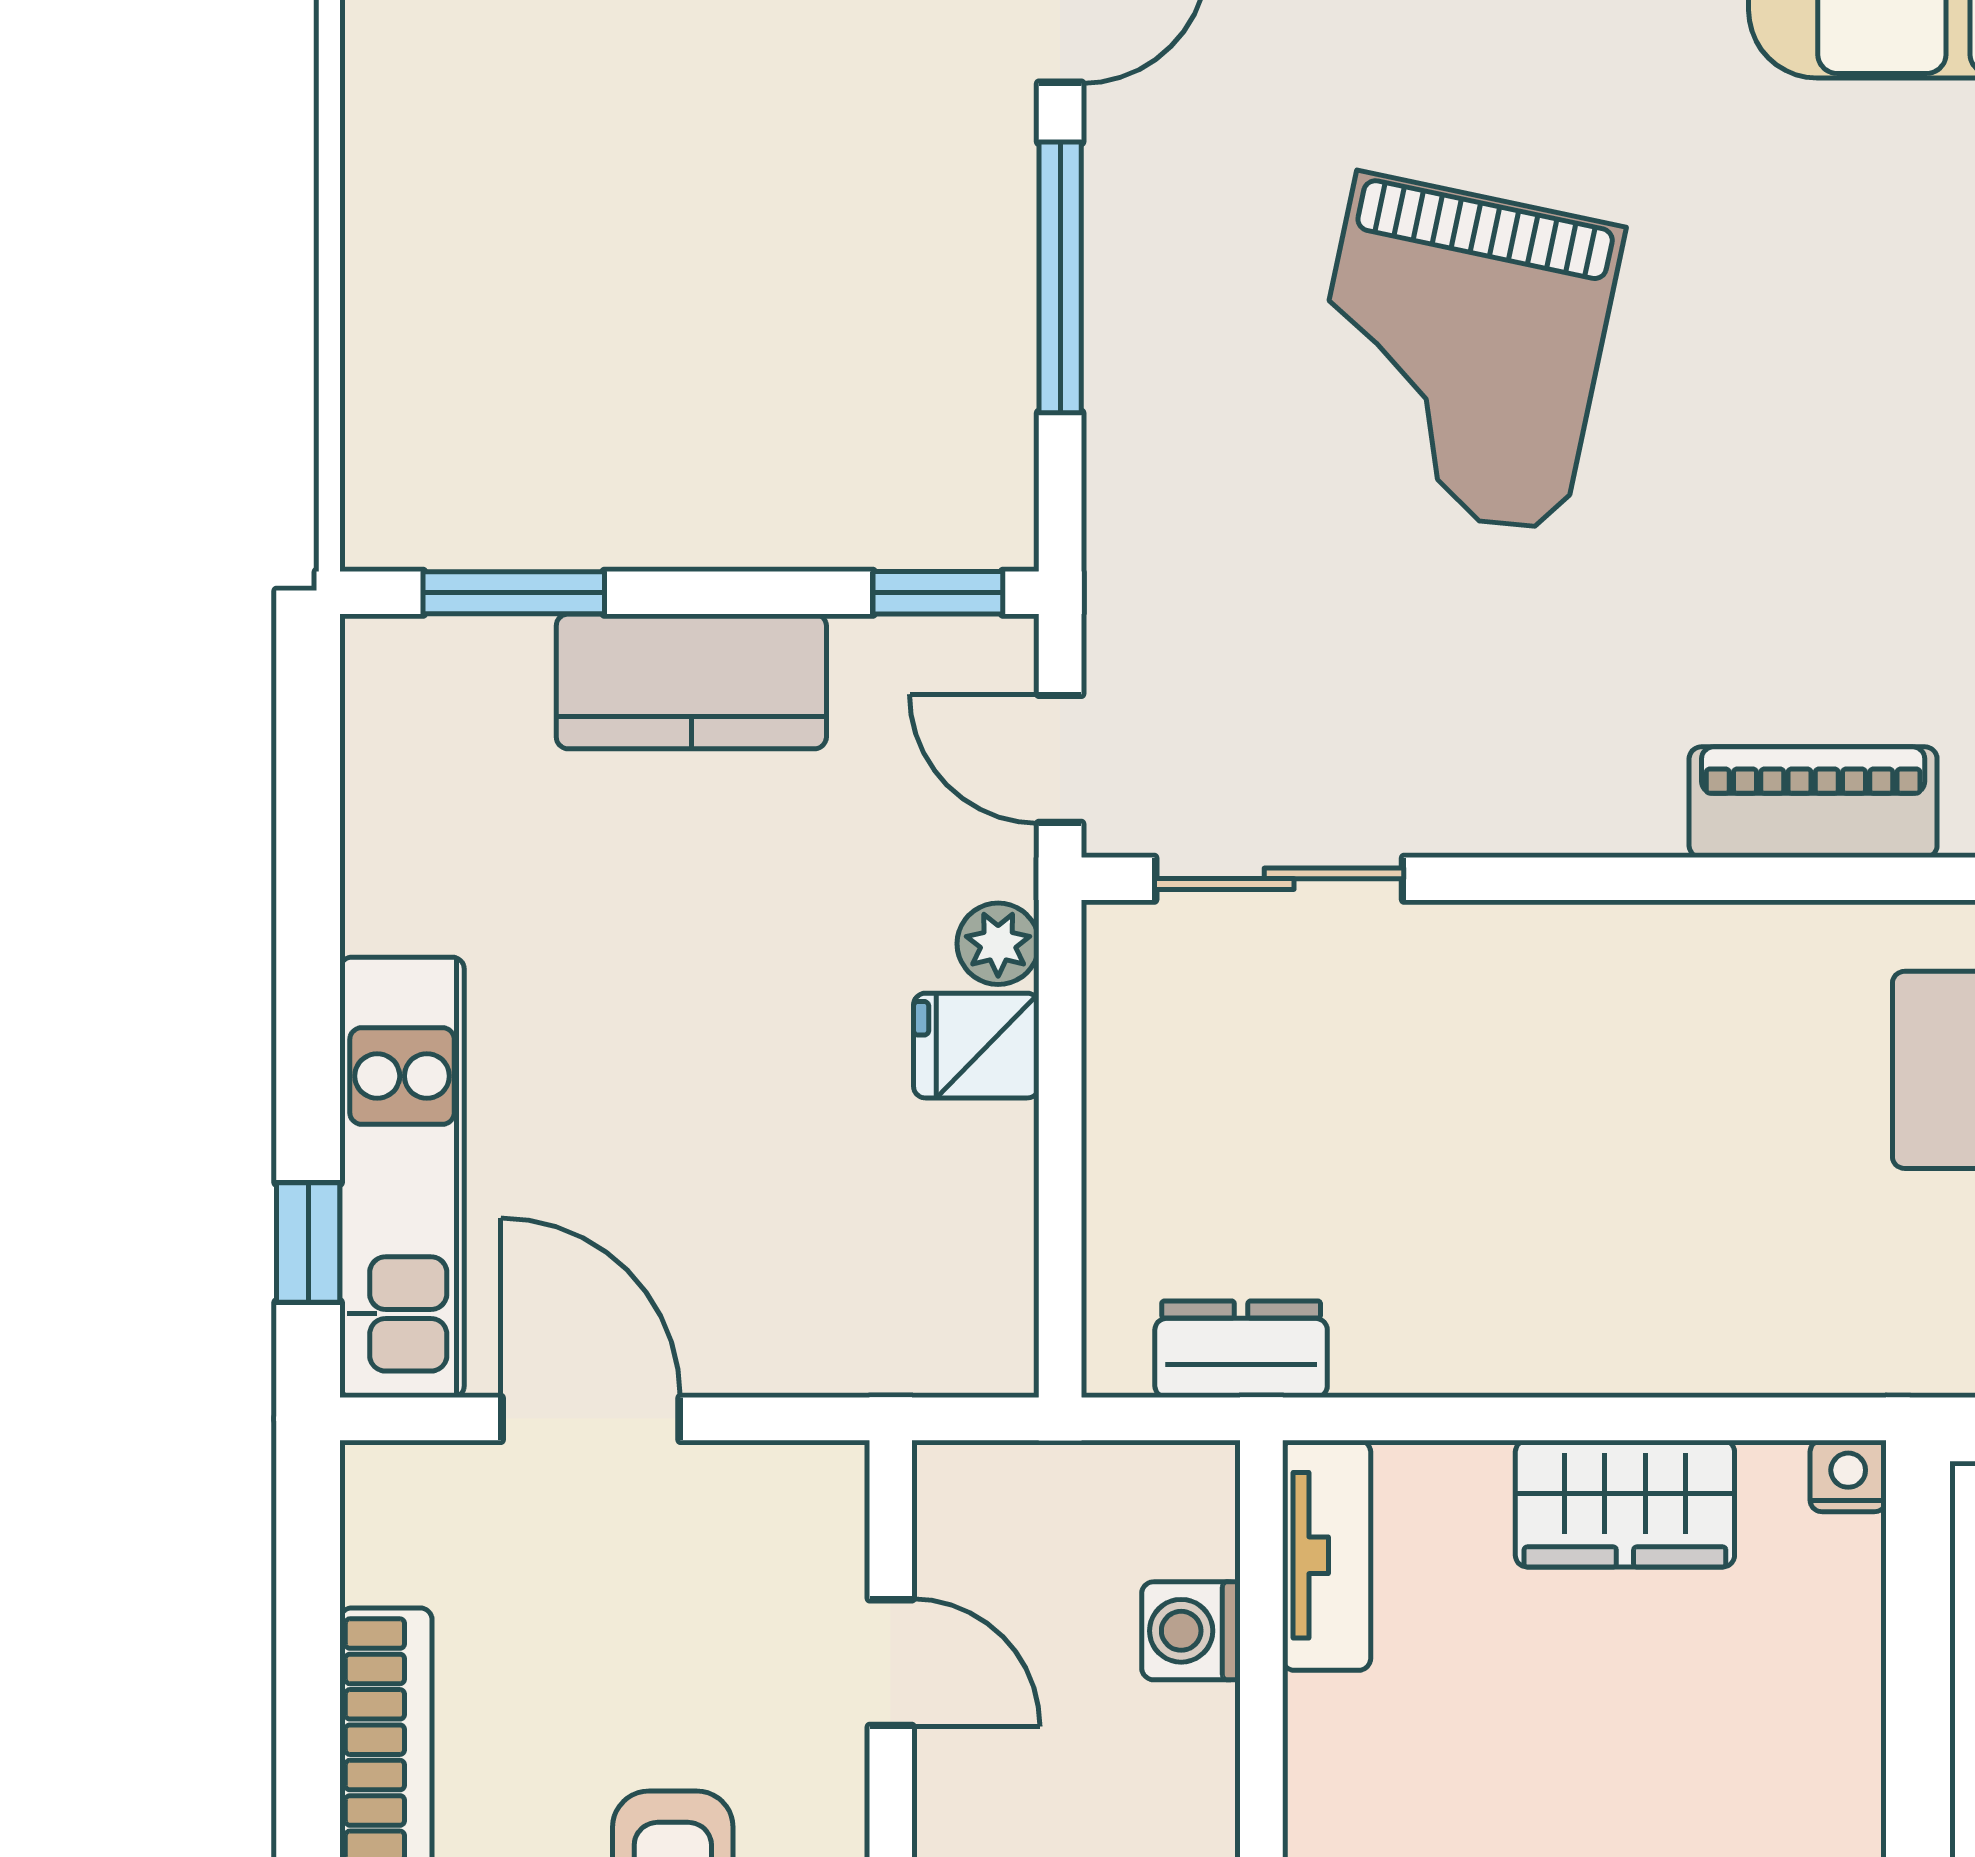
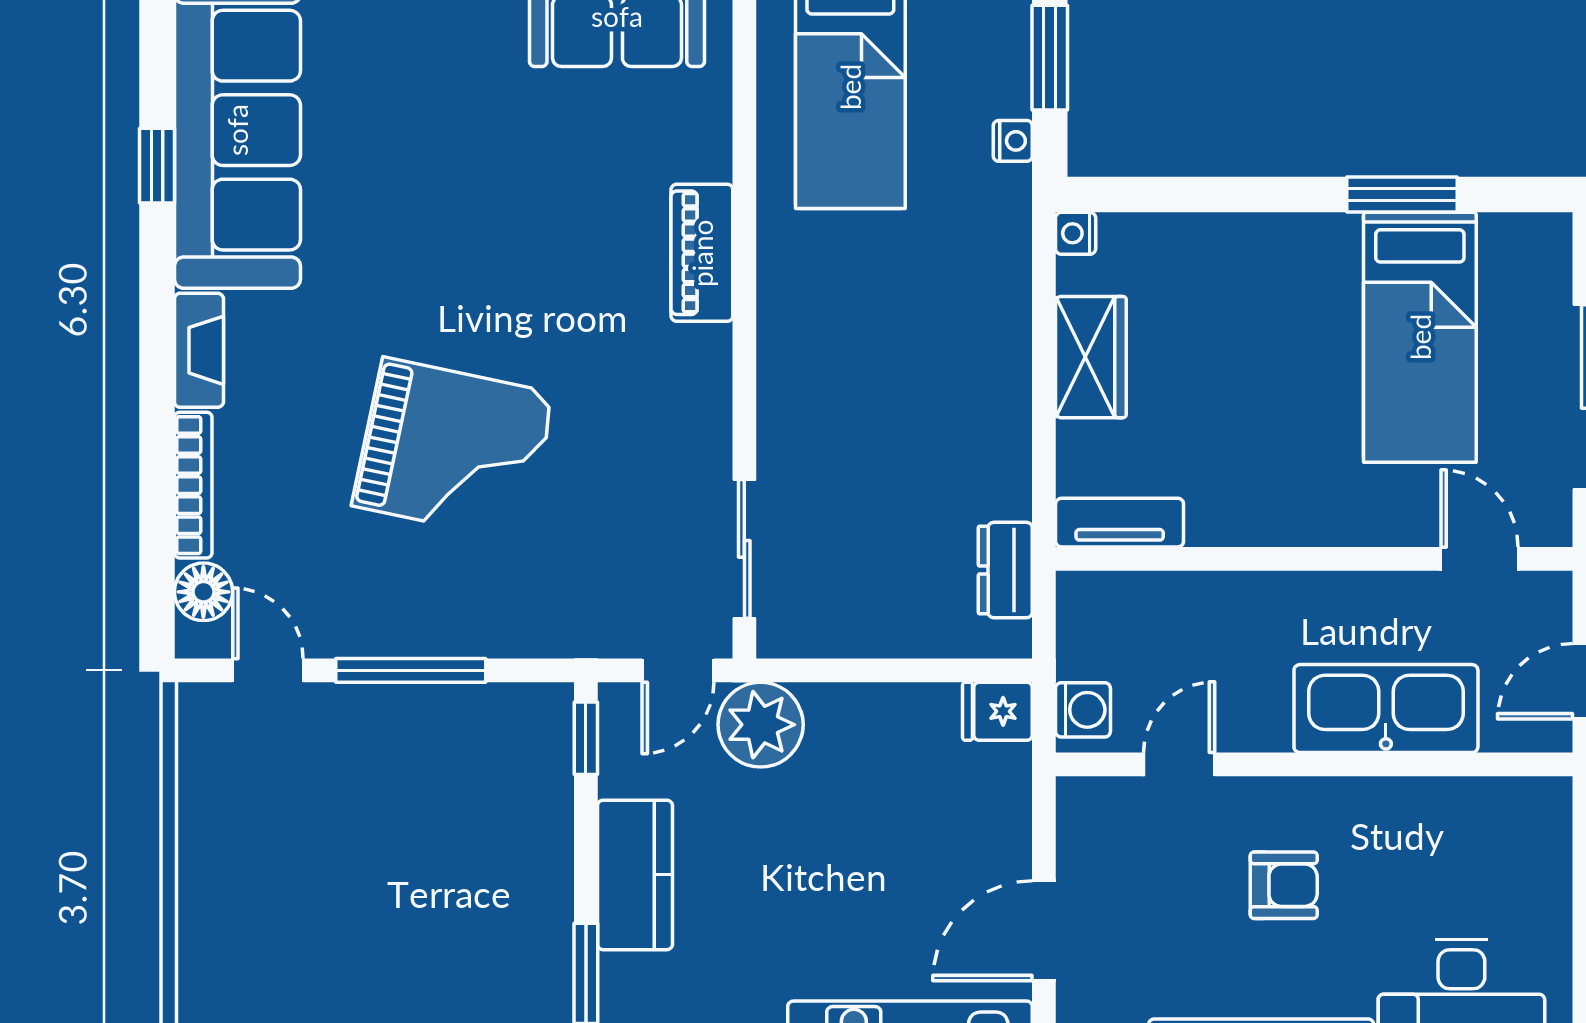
plant: (998, 944) -> (761, 725), width x1.87, depth x1.87
fridge: (976, 1046) -> (997, 711), moved, turned 90
washing machine: (1191, 1631) -> (1083, 710), moved, turned -90

